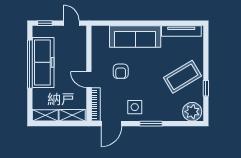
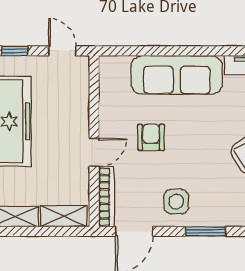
armchair: (121, 71) -> (151, 137), turned 180
door: (89, 80) -> (94, 152), swing flipped

